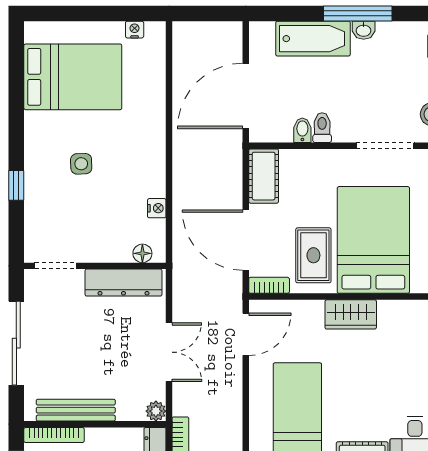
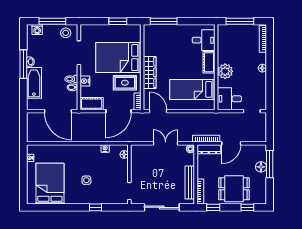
nightstand: (317, 160) -> (85, 81), added
dresser: (123, 283) -> (136, 162), removed
wardrobe: (351, 314) -> (150, 72), width x1.50

